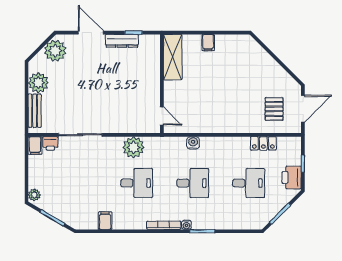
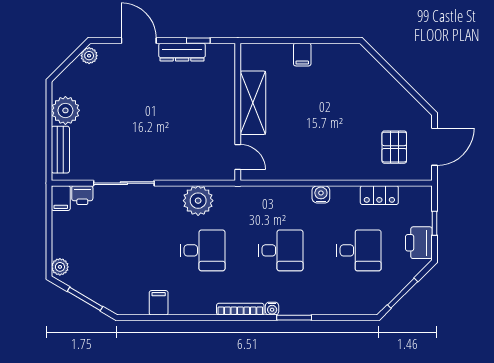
plant: (55, 51) -> (89, 56), width x0.53, depth x0.53
shelving: (173, 57) -> (253, 103), moved
water cooler: (193, 143) -> (321, 194), moved

